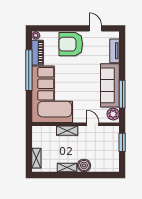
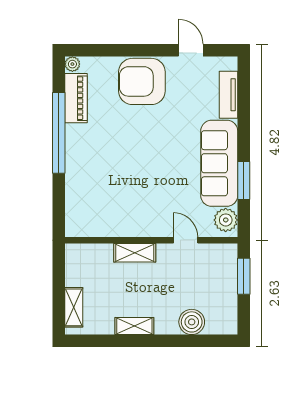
corner sofa: (52, 94) -> (105, 181), removed
window: (122, 94) -> (244, 180), width x0.69
boiler: (84, 165) -> (192, 322), moved

